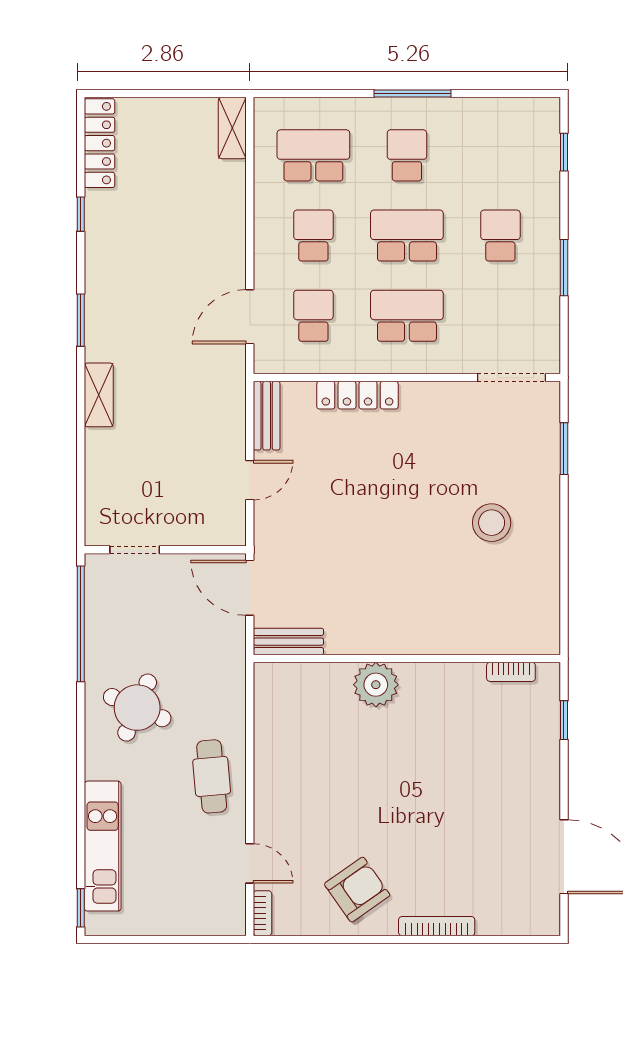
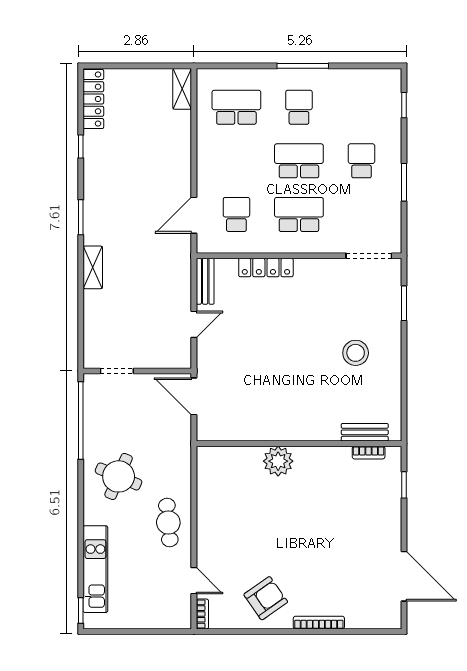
school desk: (313, 236) -> (236, 161), removed
bench: (288, 642) -> (365, 432), moved

